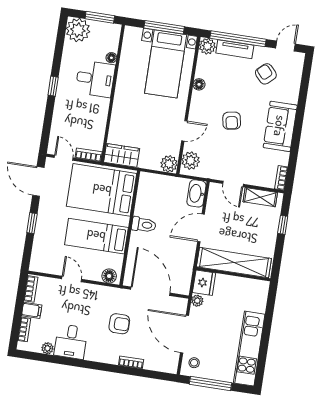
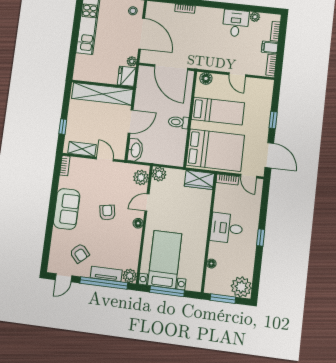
desk: (95, 79) -> (226, 228), moved
floor lamp: (199, 84) -> (138, 223), moved
armchair: (119, 324) -> (196, 40), removed

